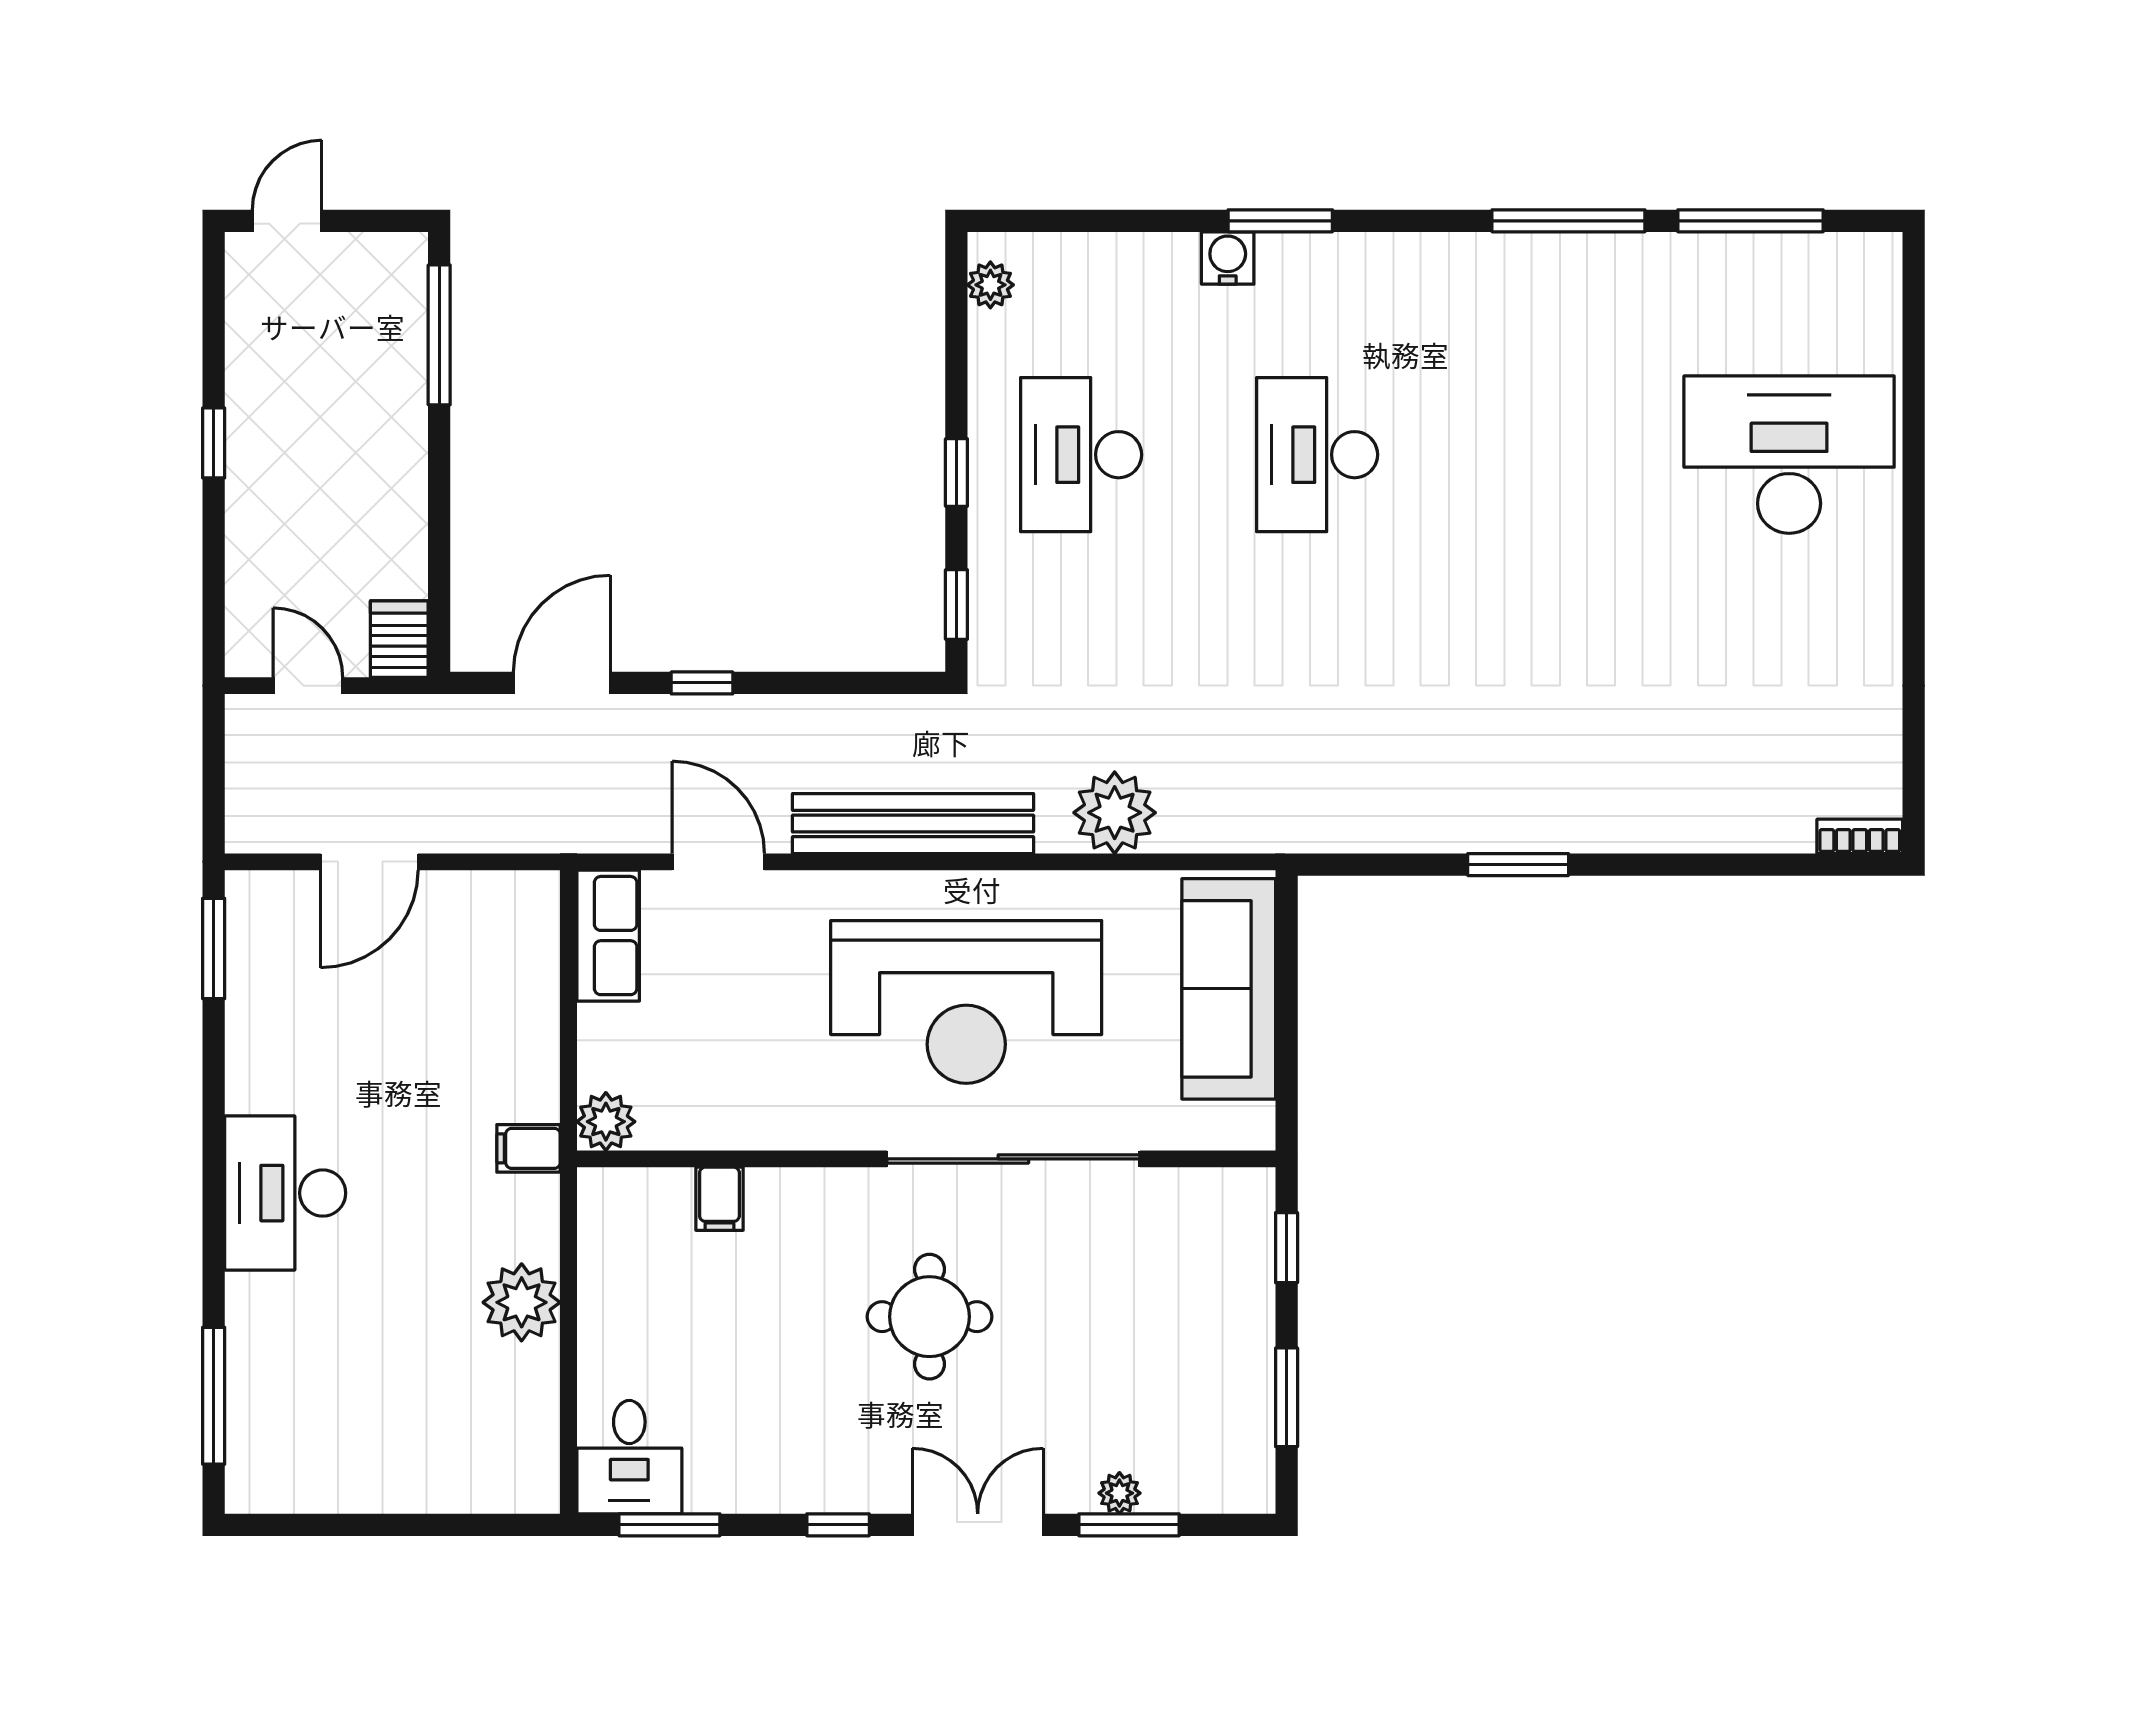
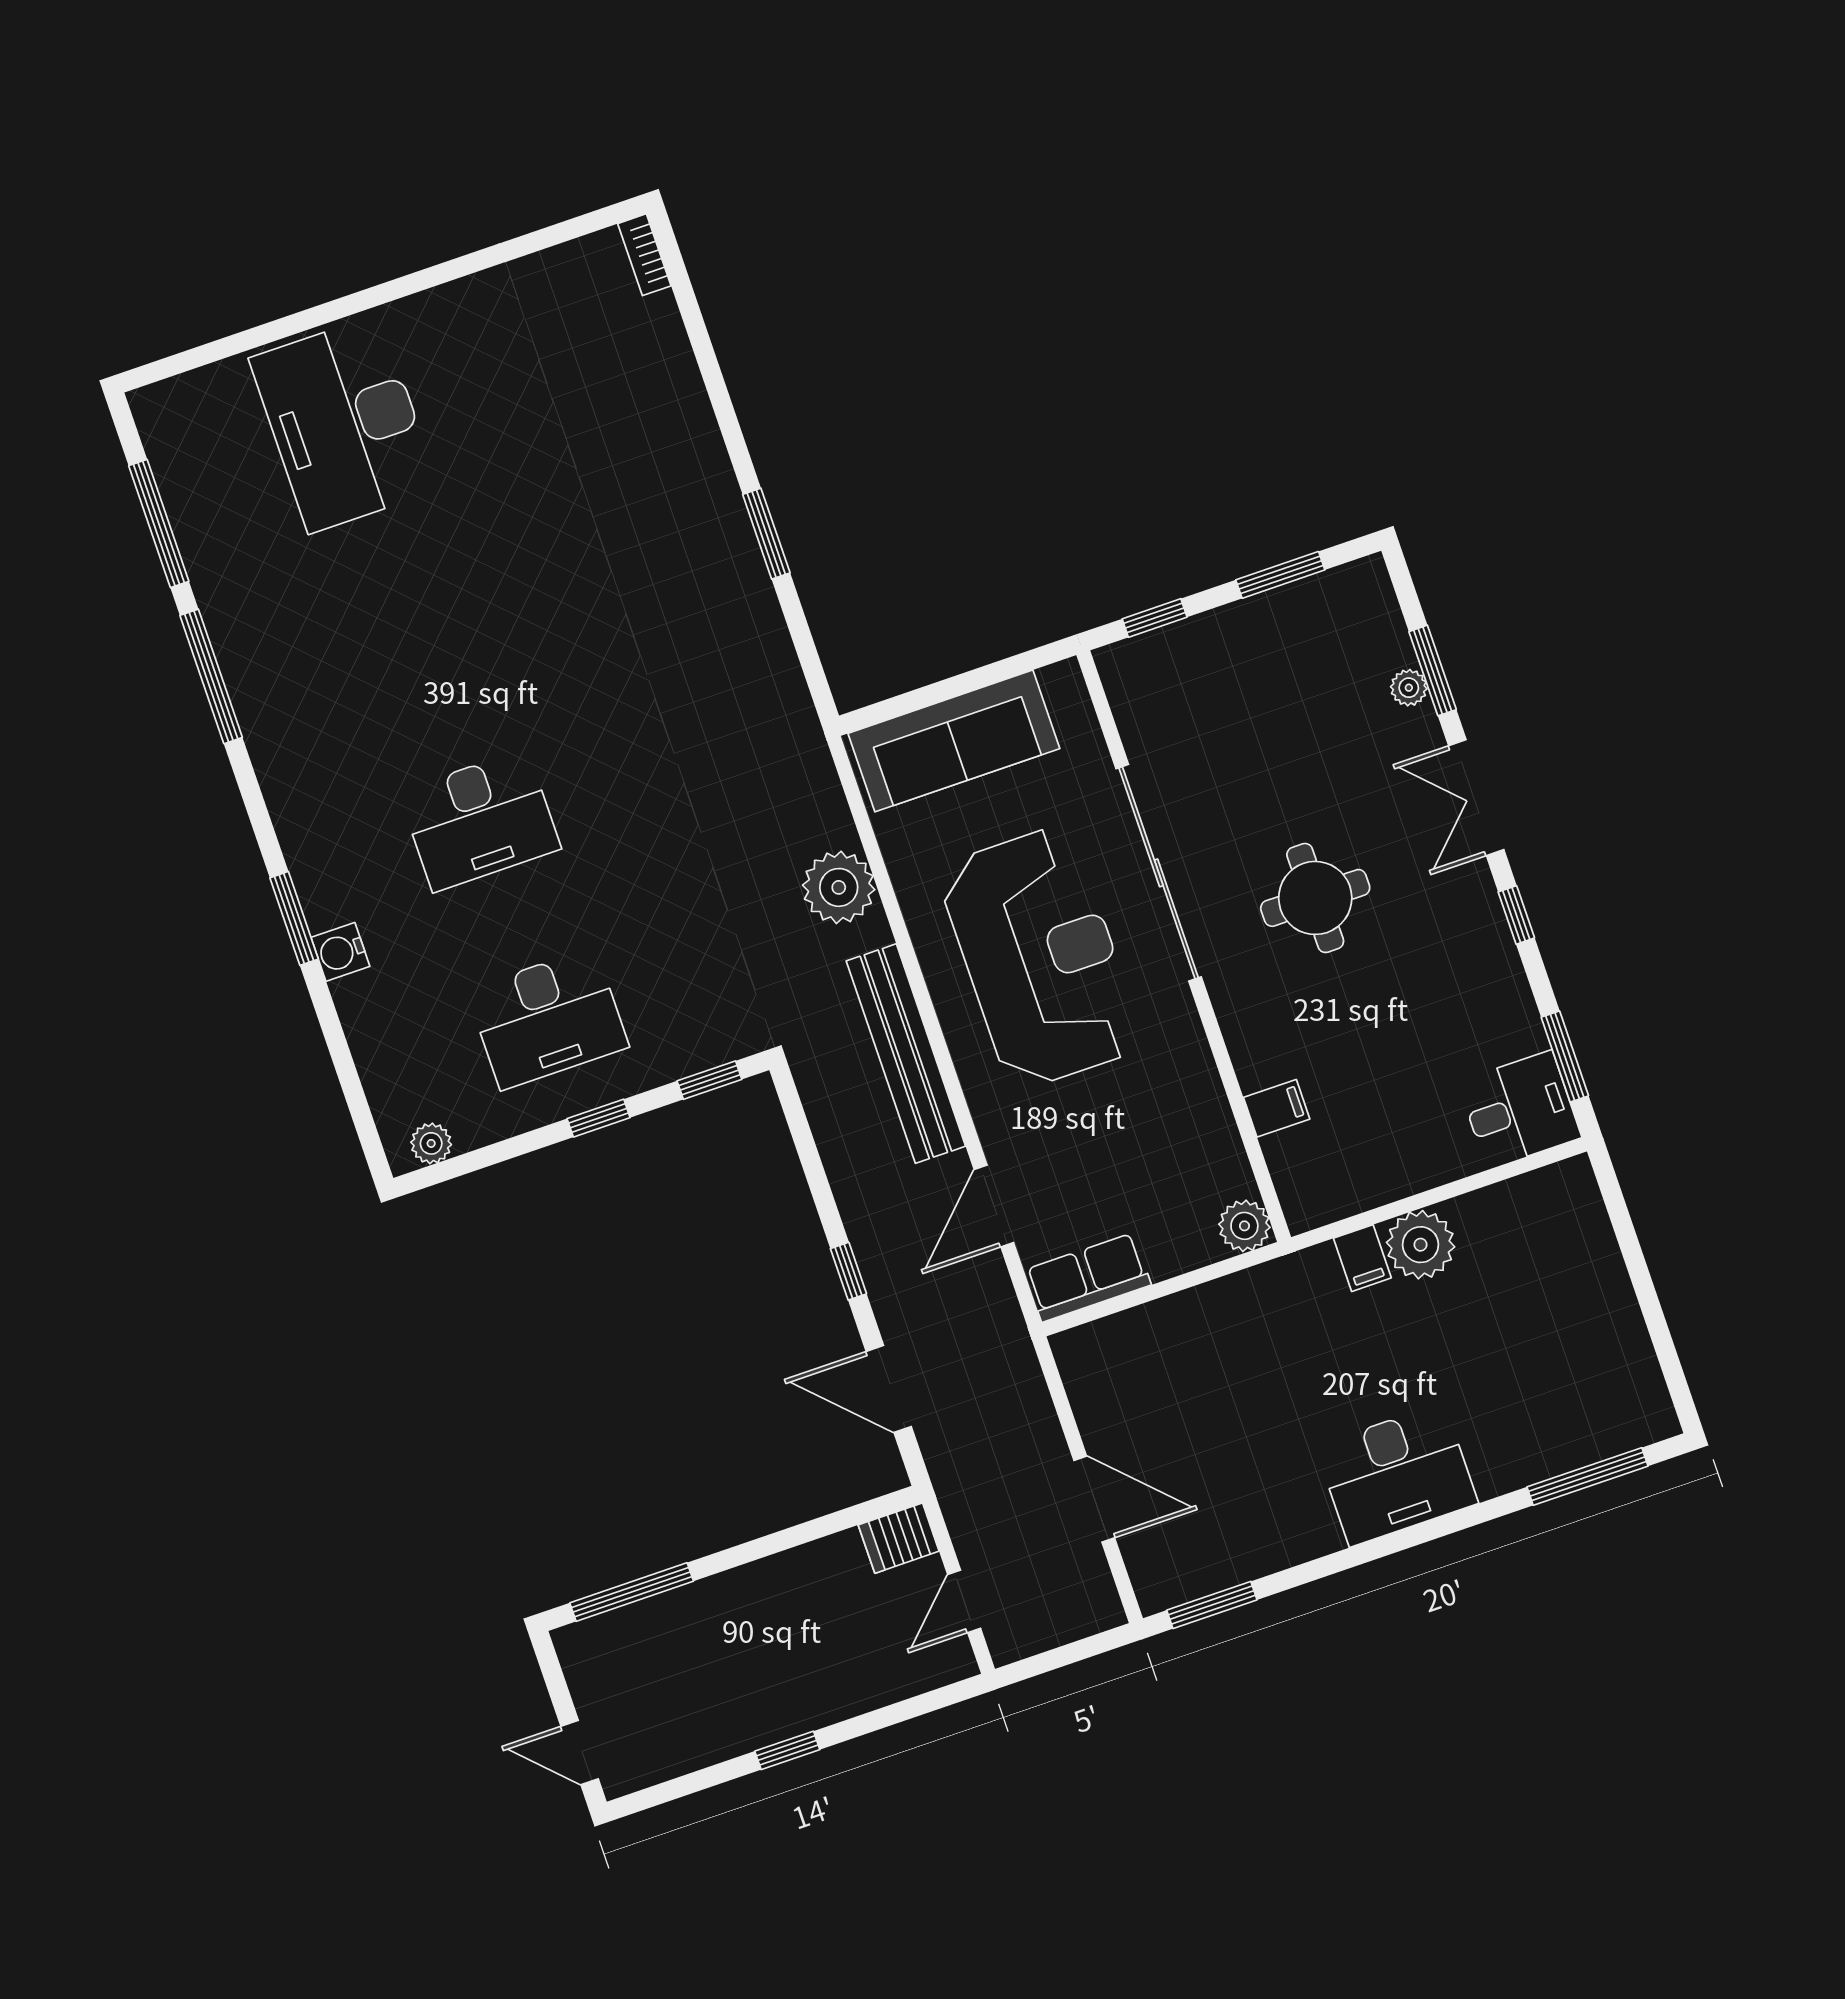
filing cabinet: (529, 1148) -> (1362, 1258), moved

